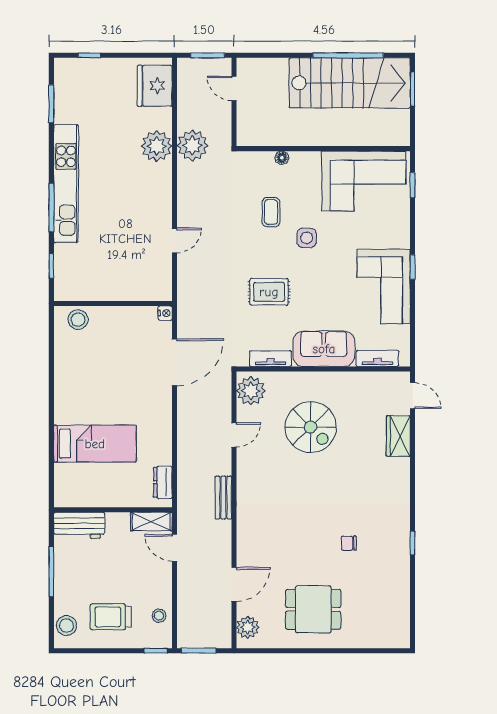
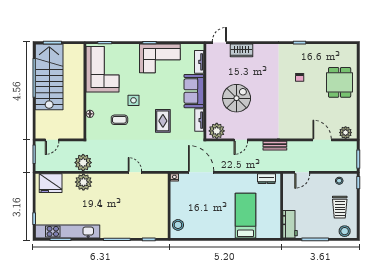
kitchen unit: (66, 184) -> (68, 231), moved
door: (234, 435) -> (241, 140), swing flipped
shelving: (151, 521) -> (288, 185), removed
dining table: (313, 609) -> (340, 82), moved

